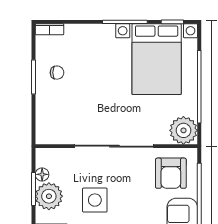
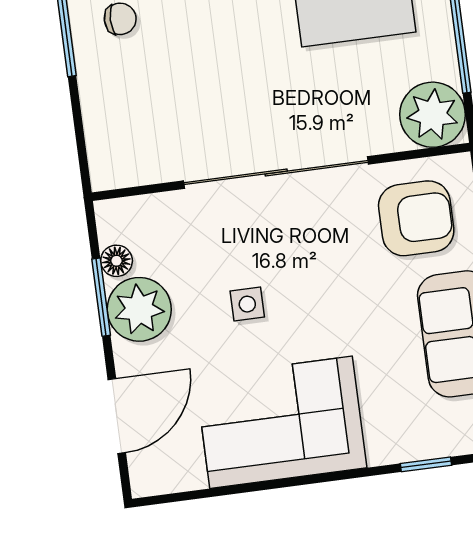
armchair: (171, 173) -> (416, 218), turned -90
side table: (95, 200) -> (247, 304), width x0.54, depth x0.54

